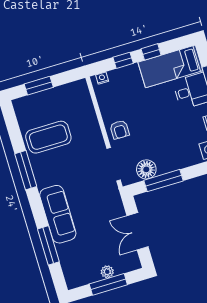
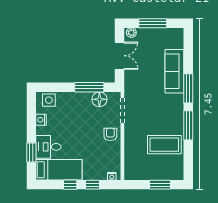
sofa: (58, 214) -> (174, 71), moved
window: (48, 245) -> (188, 88), moved
plant: (107, 272) -> (131, 33), moved

